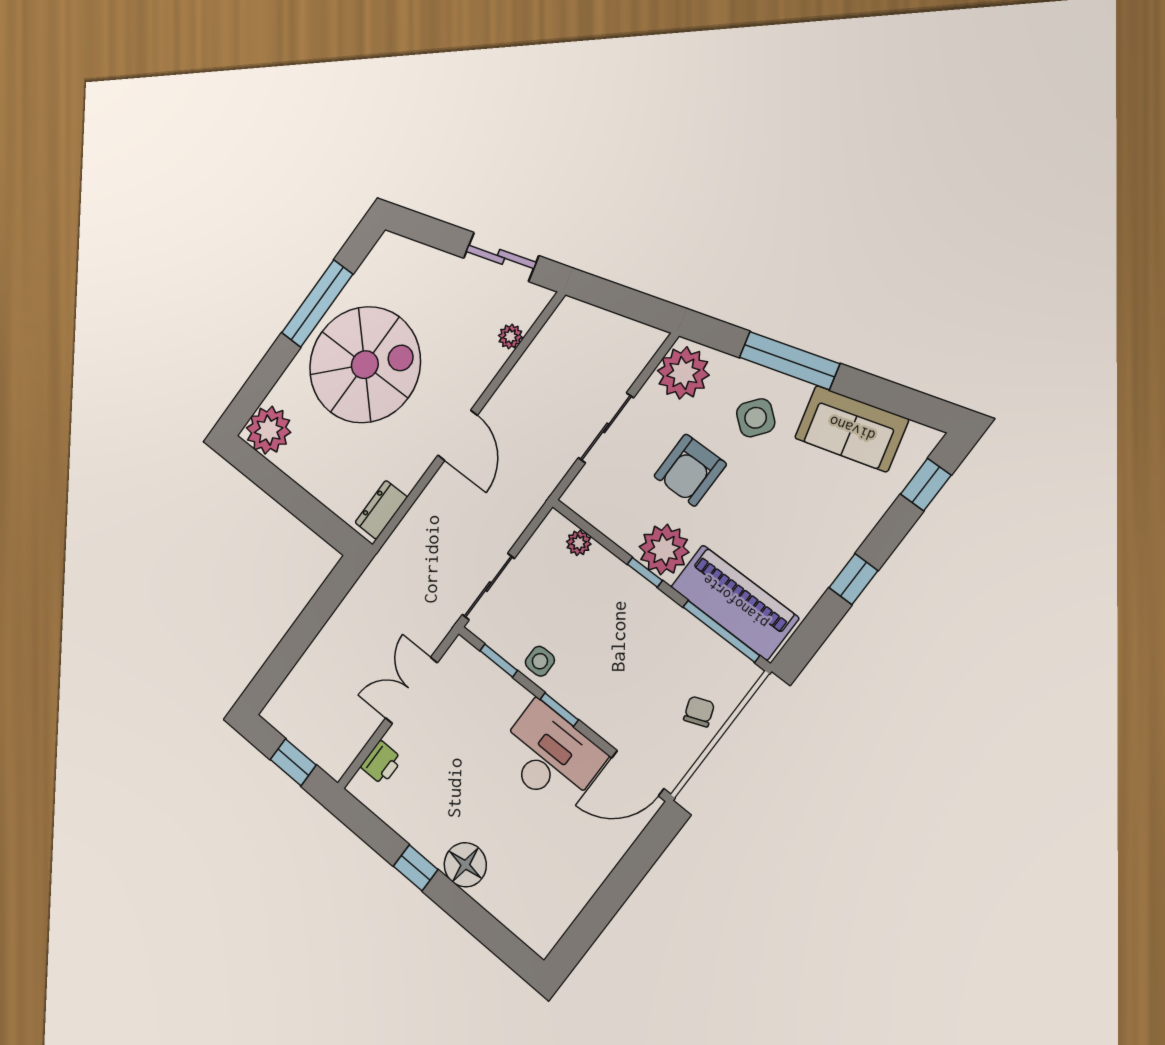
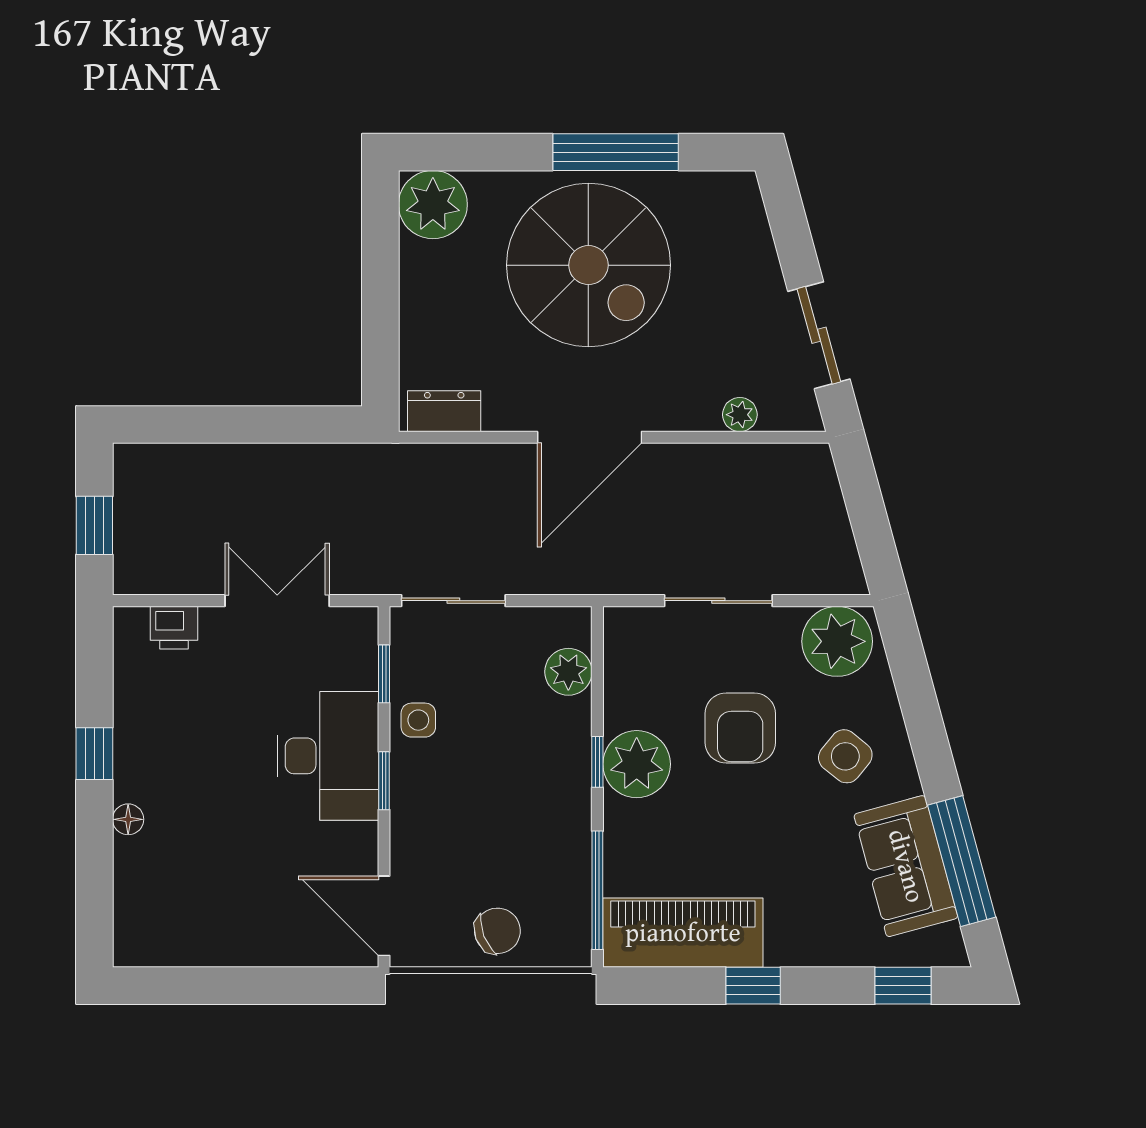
window: (789, 361) -> (962, 861), moved
door: (458, 435) -> (590, 437), width x1.36
armchair: (690, 470) -> (740, 728), turned -90
plant: (579, 543) -> (568, 672), width x1.38, depth x1.38
piano: (735, 602) -> (683, 933), moved, turned -90
chair: (699, 711) -> (497, 931), width x1.37, depth x1.37
desk: (550, 756) -> (328, 756), moved
floor lamp: (465, 865) -> (128, 819), width x0.53, depth x0.53

